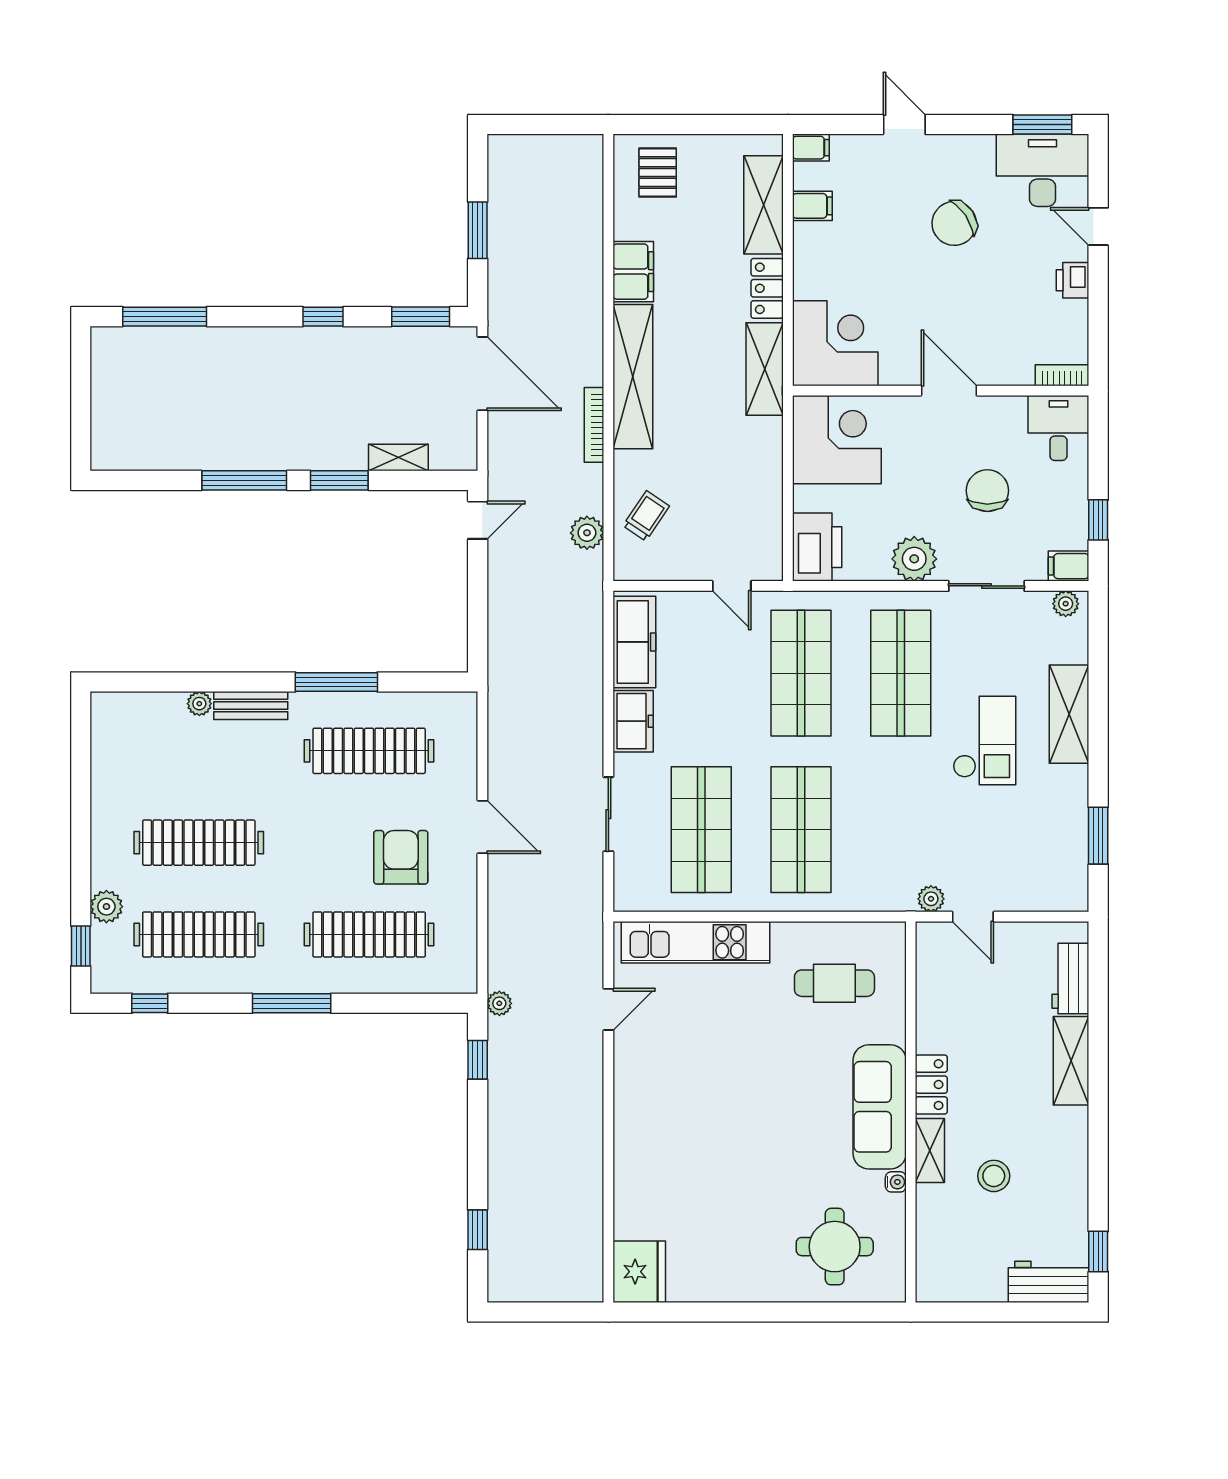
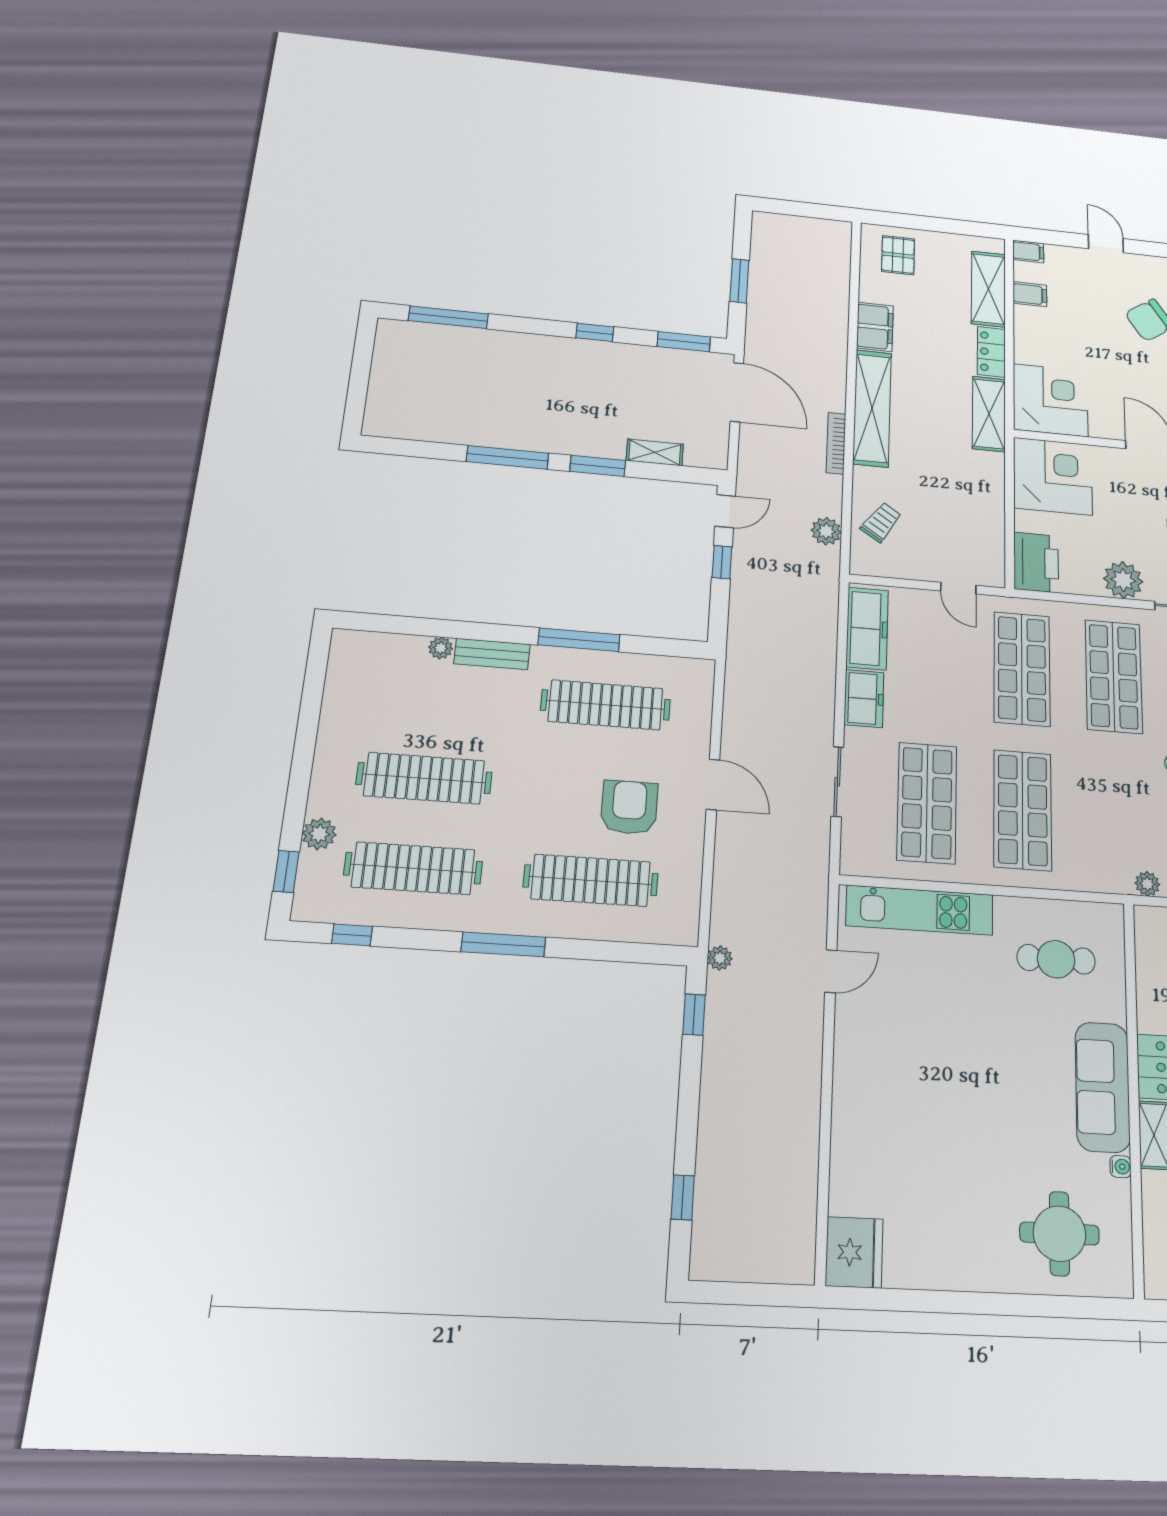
window: (478, 580) -> (722, 562), added

